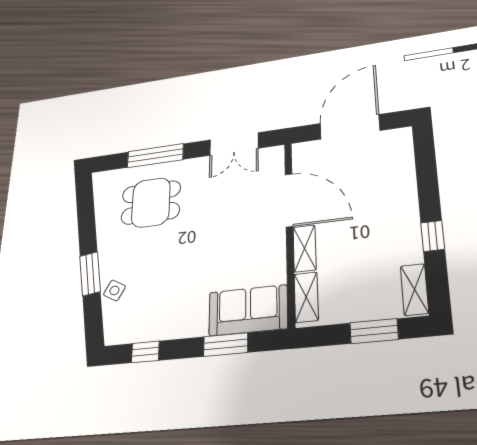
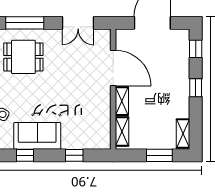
window: (425, 154) -> (196, 49), added
window: (433, 236) -> (196, 88), moved
sofa: (248, 310) -> (37, 136), moved
window: (226, 345) -> (74, 155), width x0.67

